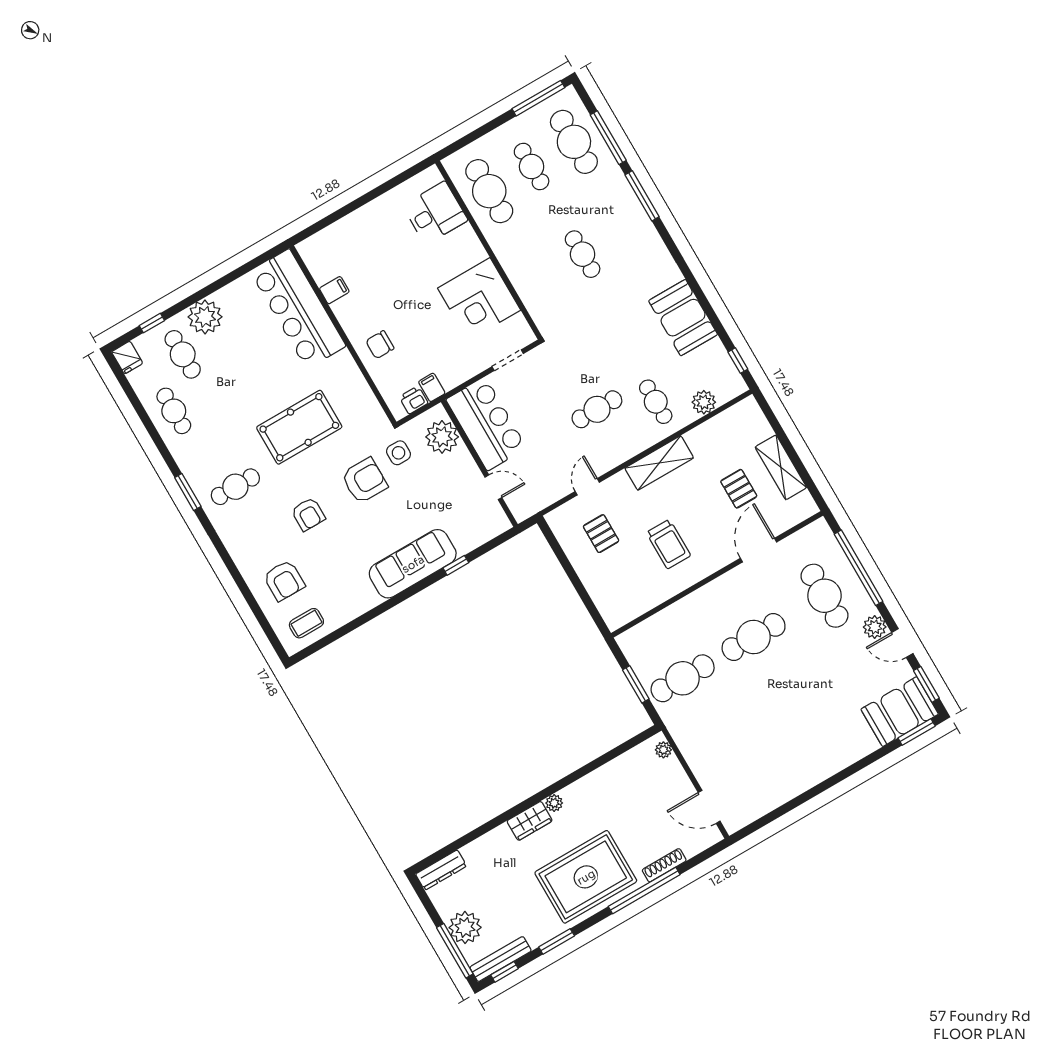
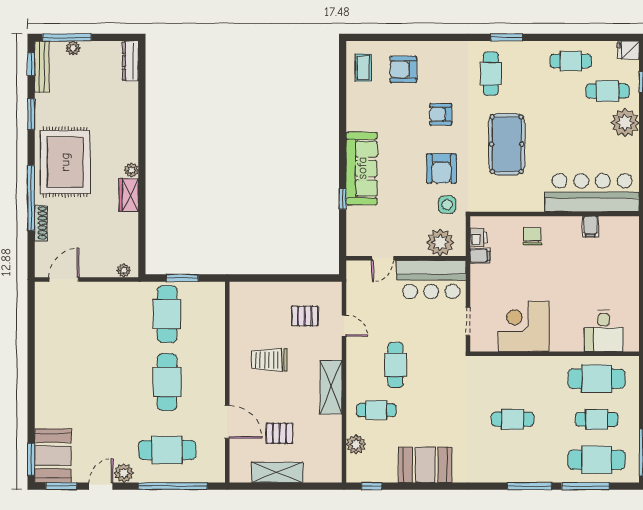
wardrobe: (530, 821) -> (129, 195), moved
plant: (465, 927) -> (73, 48), width x0.53, depth x0.53

